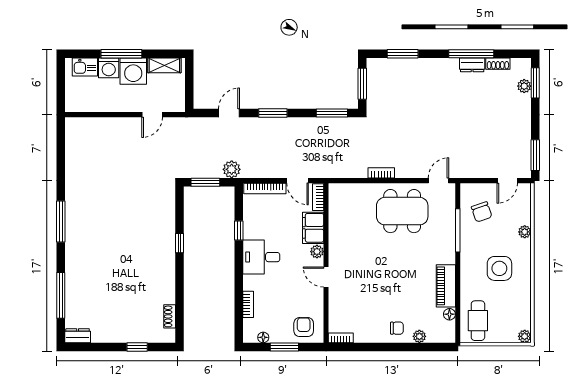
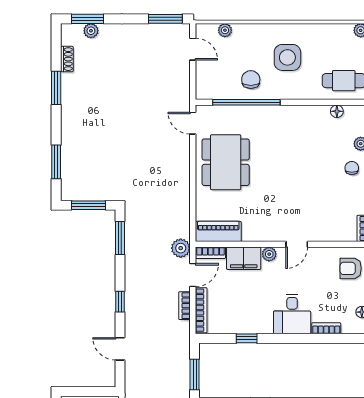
window: (471, 54) -> (56, 88), width x0.69
dresser: (472, 65) -> (68, 87), removed
window: (273, 113) -> (120, 302), width x0.67
plant: (232, 169) -> (181, 248), moved
bookcase: (381, 173) -> (184, 306), moved
chair: (482, 212) -> (251, 80), moved, turned -71
window: (458, 230) -> (246, 102), width x1.46
plant: (525, 232) -> (225, 30), moved
desk: (261, 257) -> (292, 314), moved
piano: (446, 286) -> (218, 231), moved, turned 180

